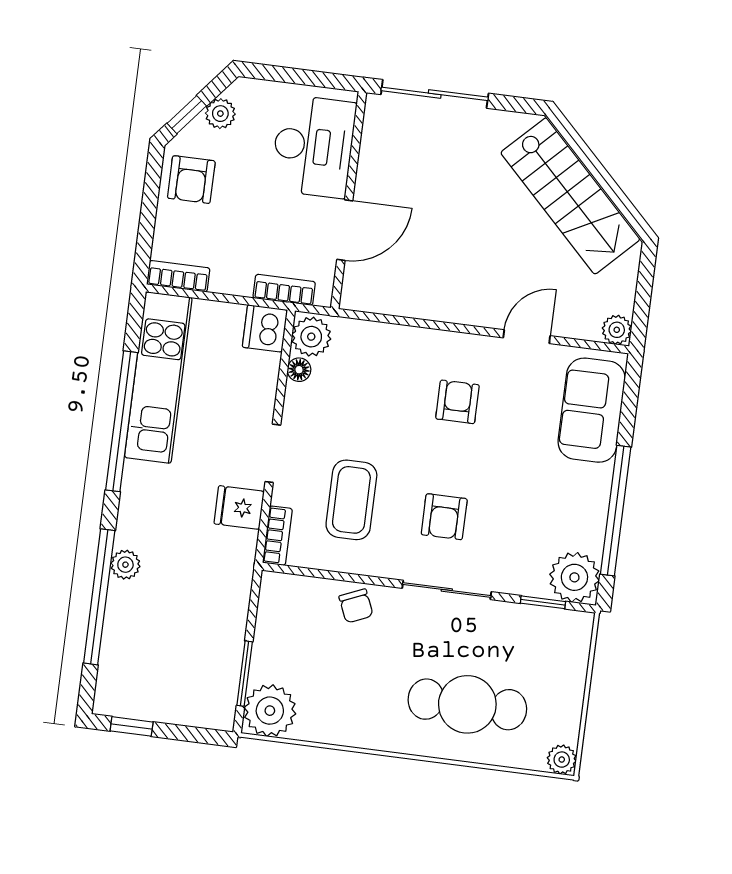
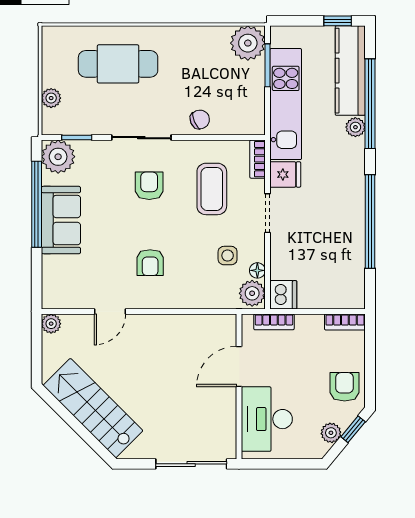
kitchen unit: (158, 378) -> (286, 104), moved, turned 180
side table: (341, 398) -> (228, 256), added
sofa: (592, 410) -> (61, 220), moved
chair: (356, 606) -> (200, 119), turned 90
kitchen counter: (122, 650) -> (350, 71), added
plant: (562, 760) -> (51, 98), moved

